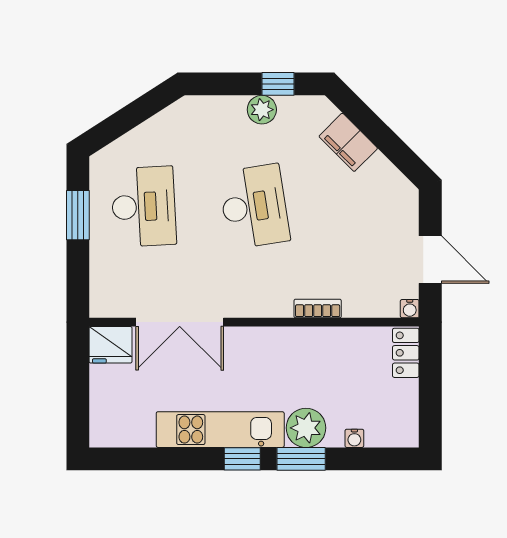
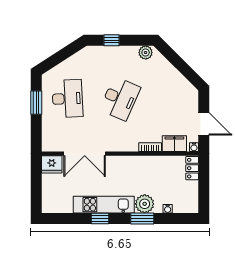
window: (278, 84) -> (112, 40), moved
plant: (262, 110) -> (146, 53), moved
filing cabinet: (348, 142) -> (174, 144), moved, turned 135
desk: (254, 207) -> (120, 99), turned 33
window: (242, 459) -> (100, 219), moved

